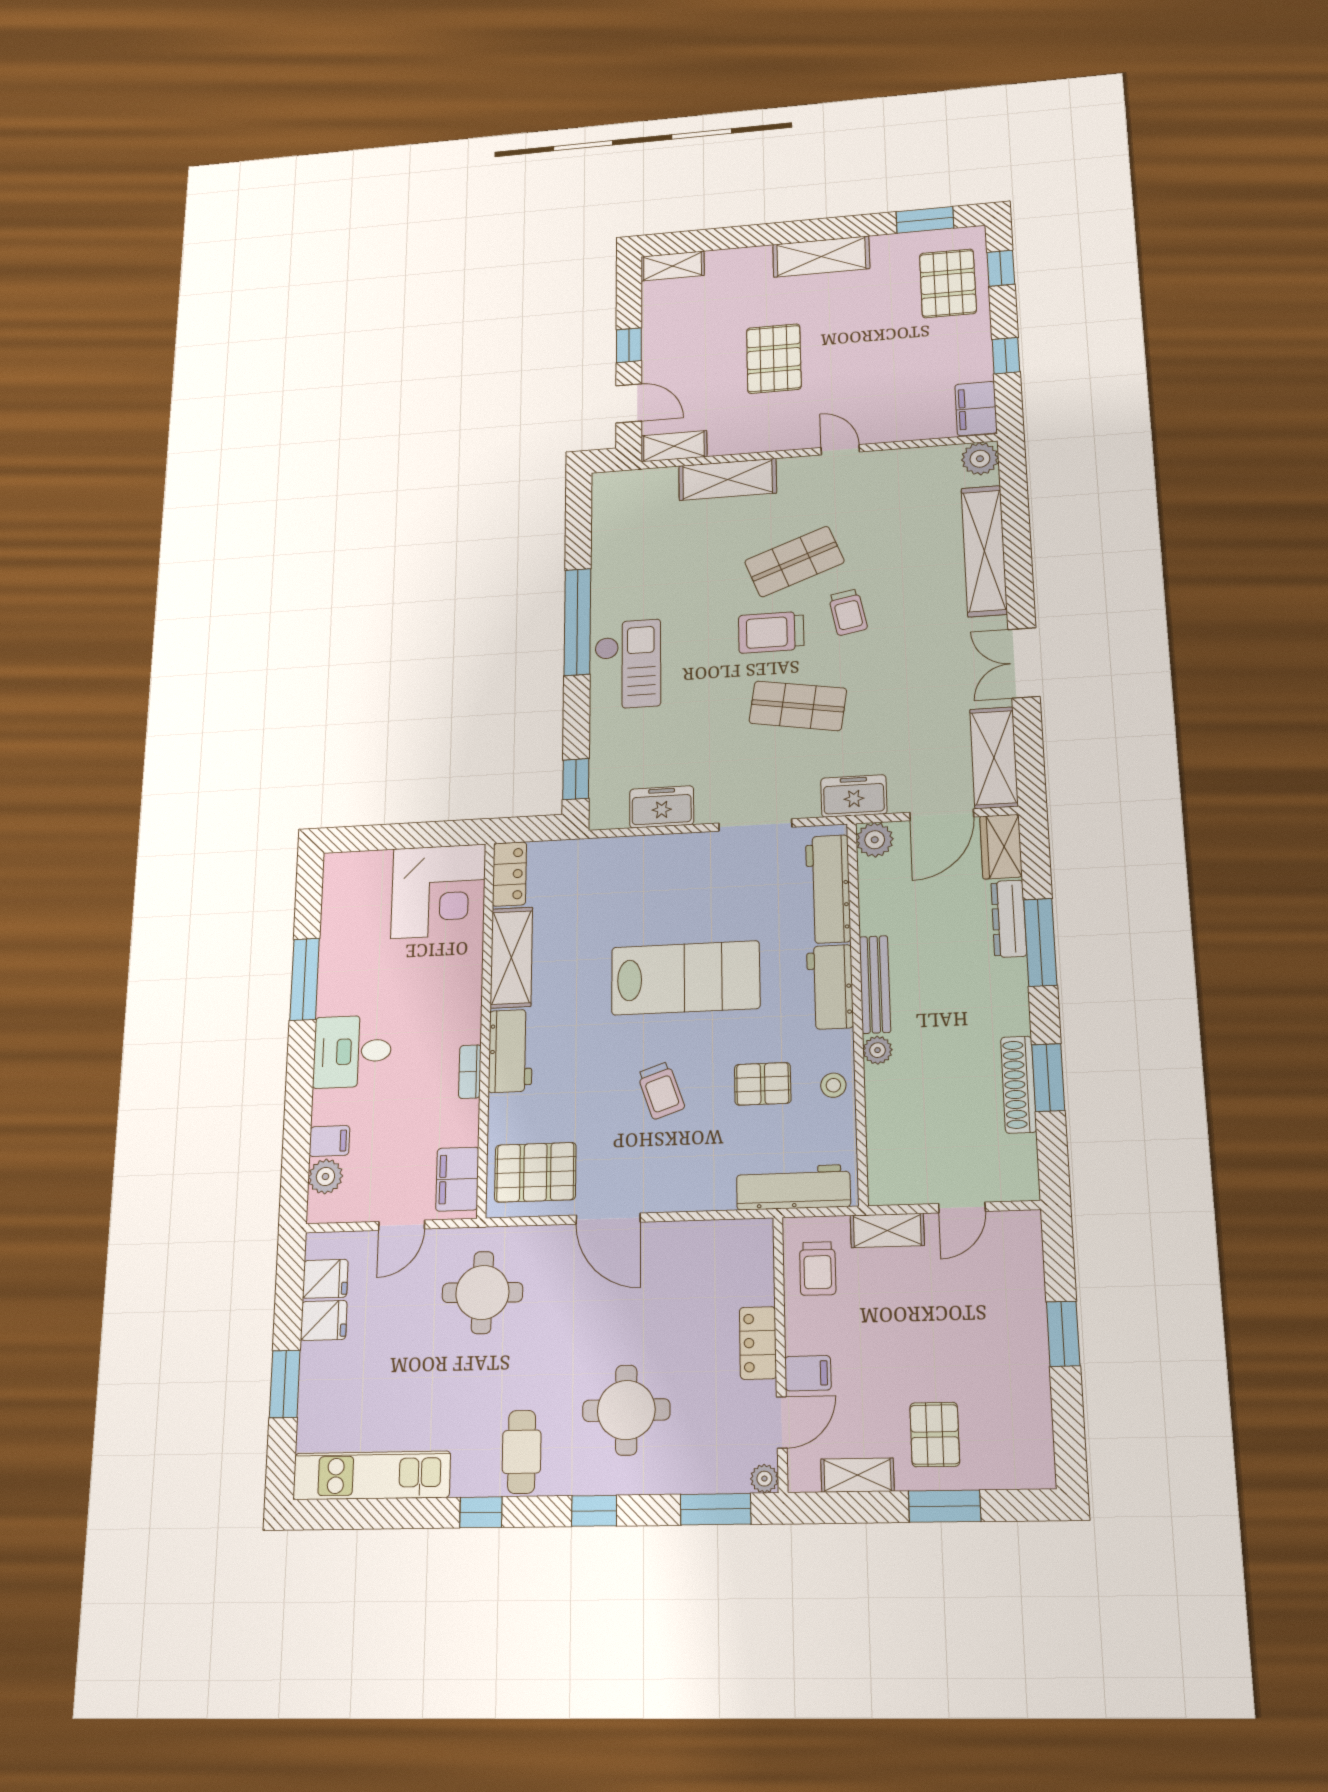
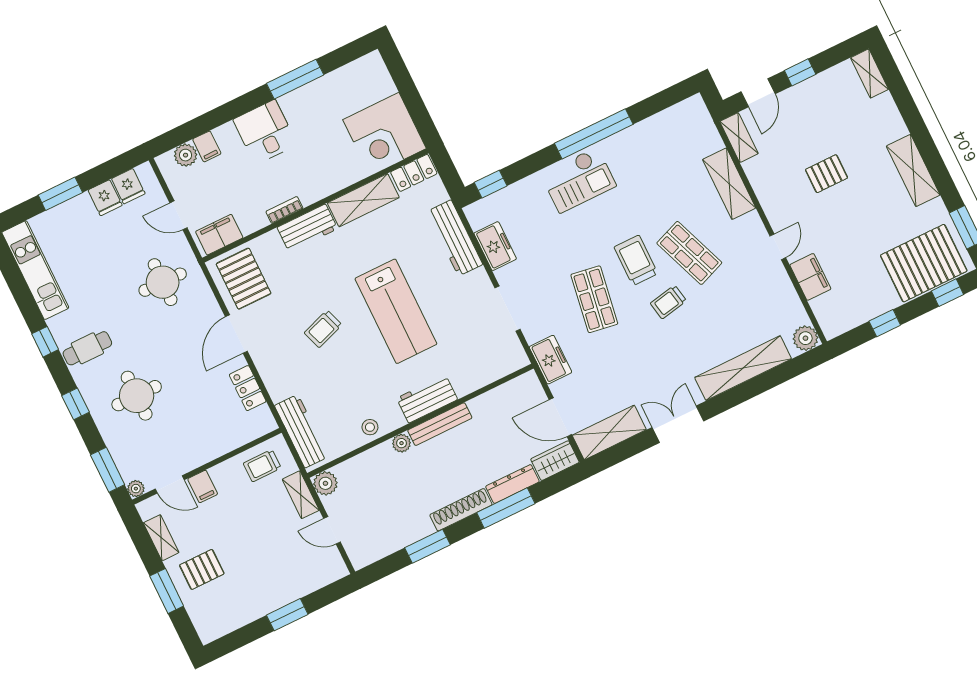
pallet: (948, 283) -> (924, 263), width x1.37, depth x1.41
pallet: (774, 359) -> (827, 174), width x0.67, depth x0.71
filing cabinet: (976, 409) -> (810, 277), moved, turned 90
plant: (875, 840) -> (325, 483), moved
workbench: (828, 889) -> (455, 238), moved, turned -90
pallet: (763, 1084) -> (353, 386), removed
shoe rack: (1019, 1085) -> (461, 510), moved
locker: (758, 1343) -> (248, 388), moved, turned -90

